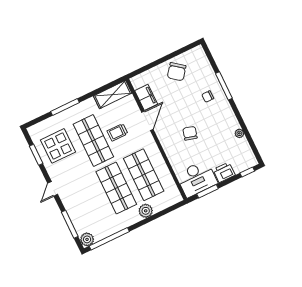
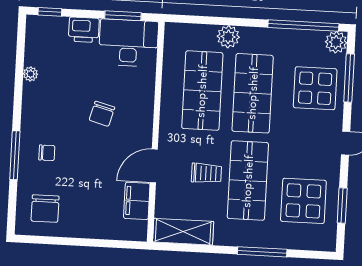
chair: (177, 72) -> (45, 209), moved, turned 142
display table: (85, 209) -> (315, 88), added

